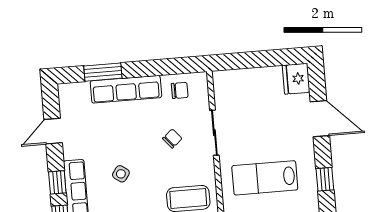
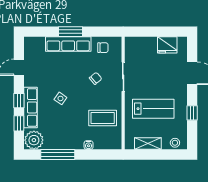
window: (103, 72) -> (70, 32), moved
fridge: (296, 79) -> (167, 45), moved, turned -90
lab bench: (265, 178) -> (153, 109), turned 180

